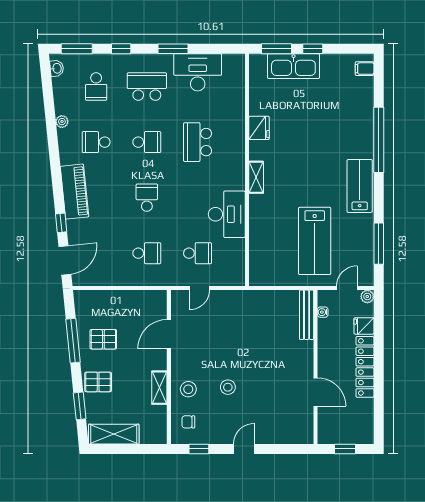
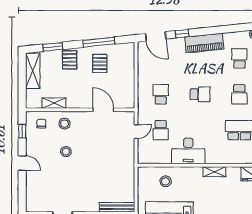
stool: (270, 246) -> (166, 181), added
school desk: (147, 253) -> (161, 94), turned 180
door: (200, 288) -> (136, 132), swing flipped
shelving: (159, 388) -> (54, 103), moved

